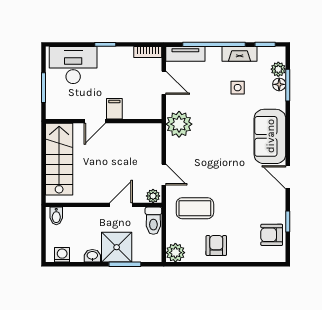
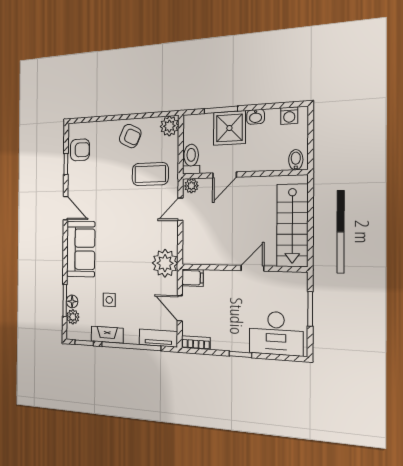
filing cabinet: (114, 109) -> (192, 278), moved, turned -90
door: (164, 175) -> (180, 209), hinge flipped
armchair: (216, 245) -> (130, 136), turned -65

